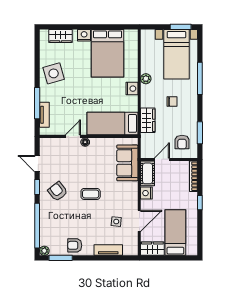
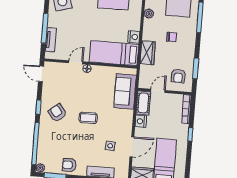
nightstand: (132, 89) -> (134, 37), moved
door: (37, 164) -> (41, 74), moved

